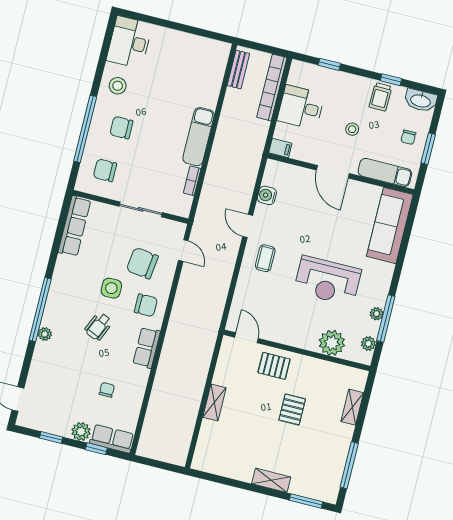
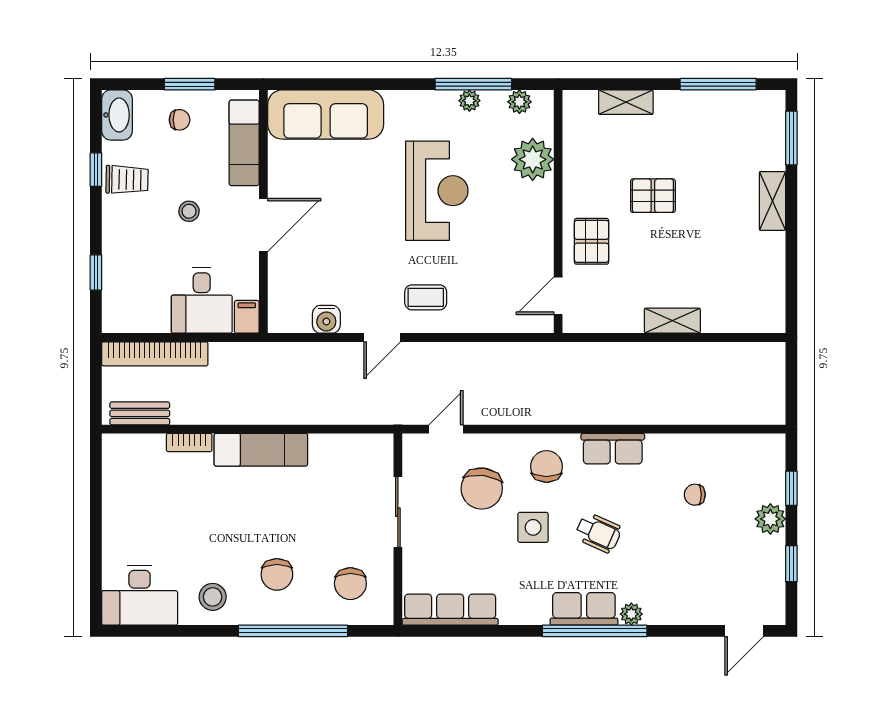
desk: (301, 107) -> (202, 300), moved
bookcase: (192, 181) -> (189, 443), moved
row of seats: (112, 439) -> (584, 609), moved, turned 90

